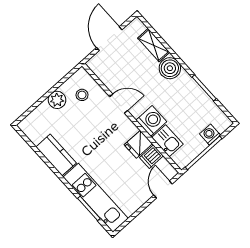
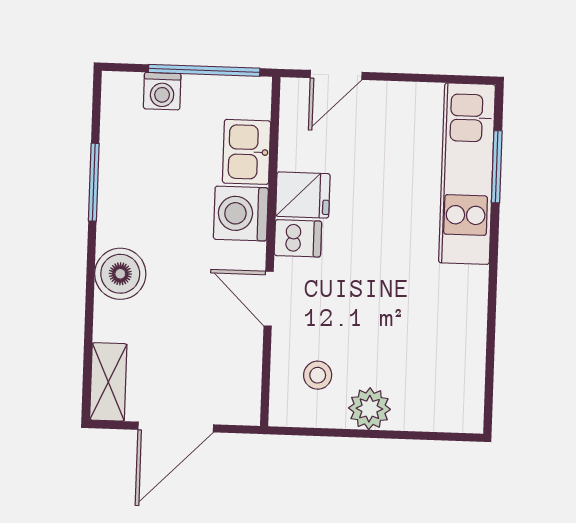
shelving: (154, 45) -> (108, 382), moved
kitchen counter: (56, 155) -> (464, 314), removed
dishwasher: (151, 157) -> (298, 238), moved

